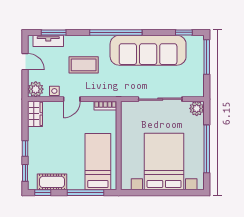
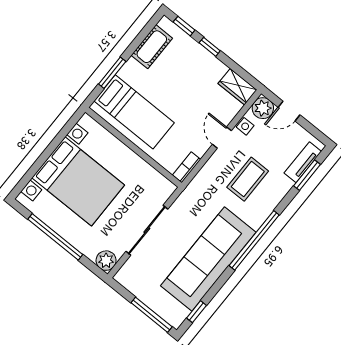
door: (25, 62) -> (289, 111), moved
window: (43, 193) -> (149, 28), removed
window: (86, 193) -> (112, 73), width x0.69

